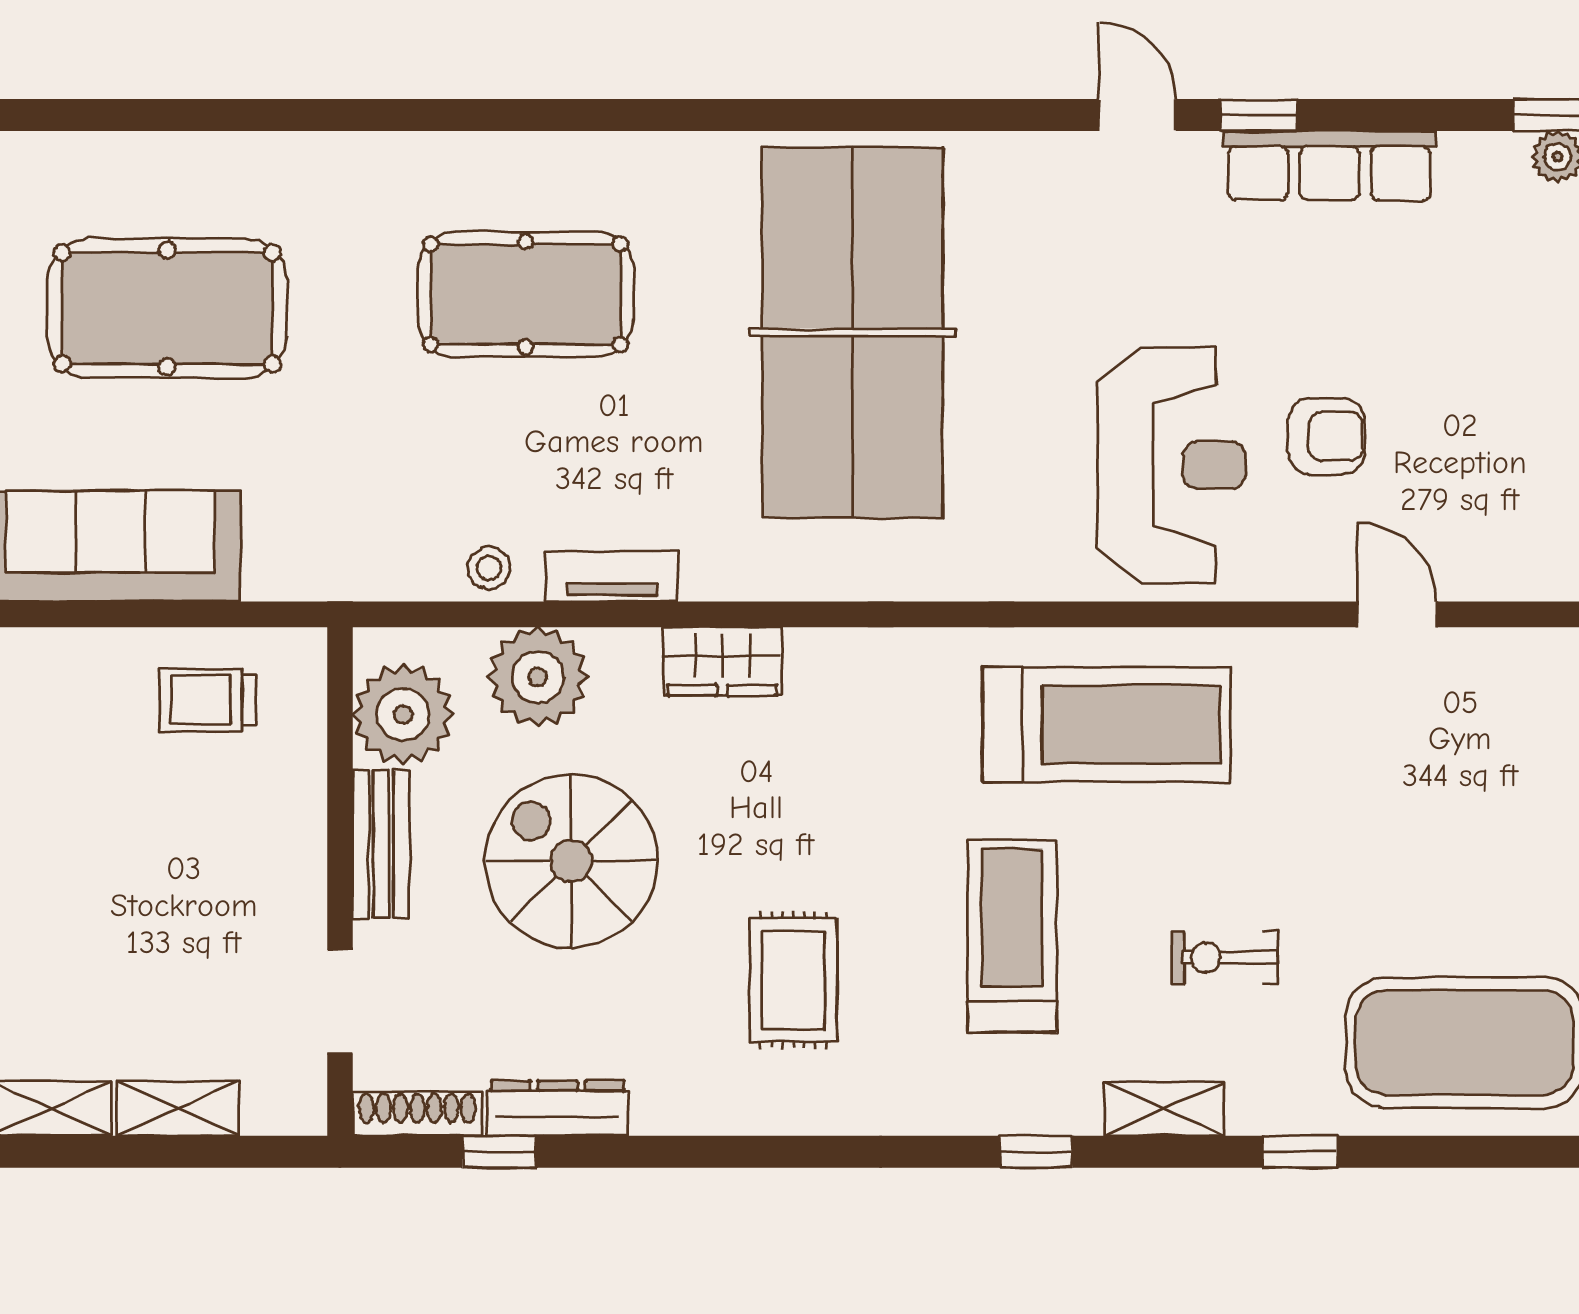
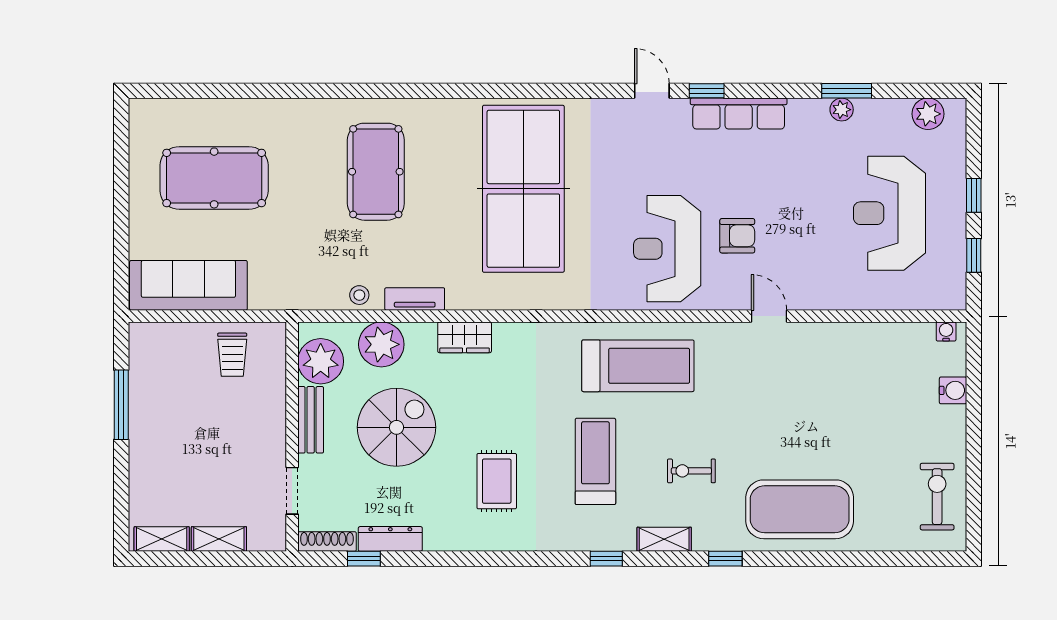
pool table: (526, 294) -> (376, 172), turned 90
reception desk: (1171, 465) -> (667, 249), turned 180
trolley: (207, 700) -> (232, 355), turned -90
spiral stairs: (571, 861) -> (396, 427), turned 90

